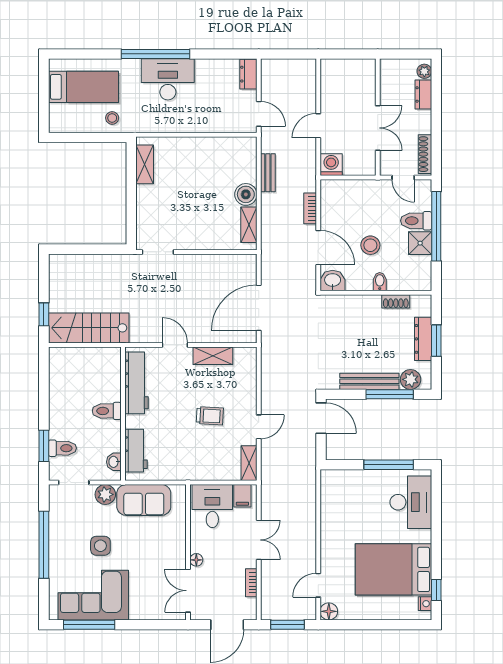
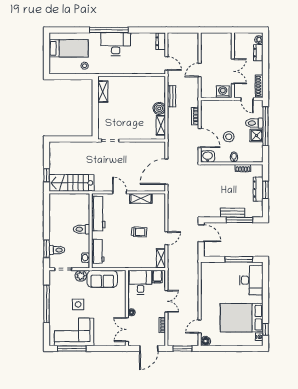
washing machine: (331, 165) -> (223, 92), moved
plant: (411, 379) -> (251, 212), removed
bench: (369, 381) -> (233, 213), width x0.73

